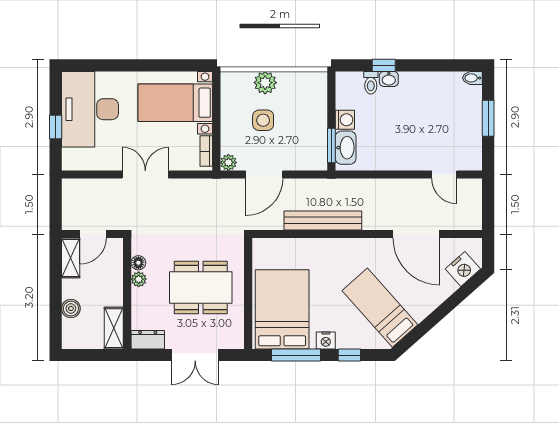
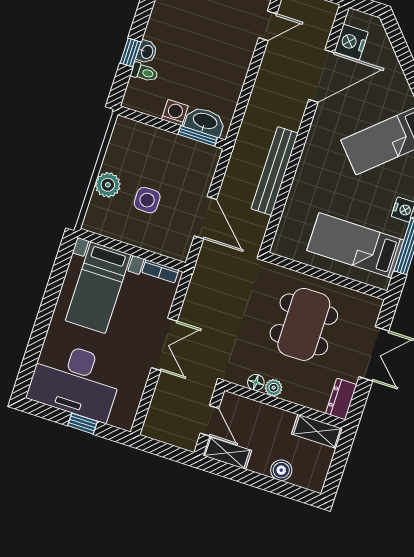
plant: (228, 162) -> (180, 252), removed
double door: (145, 174) -> (164, 344), swing flipped
nightstand: (463, 269) -> (351, 42), moved, turned -138
bed: (282, 309) -> (355, 245), width x0.67

